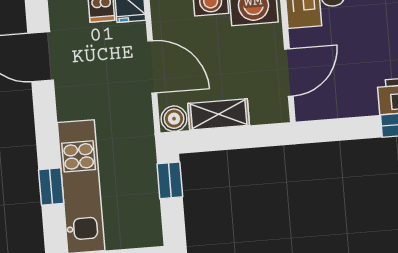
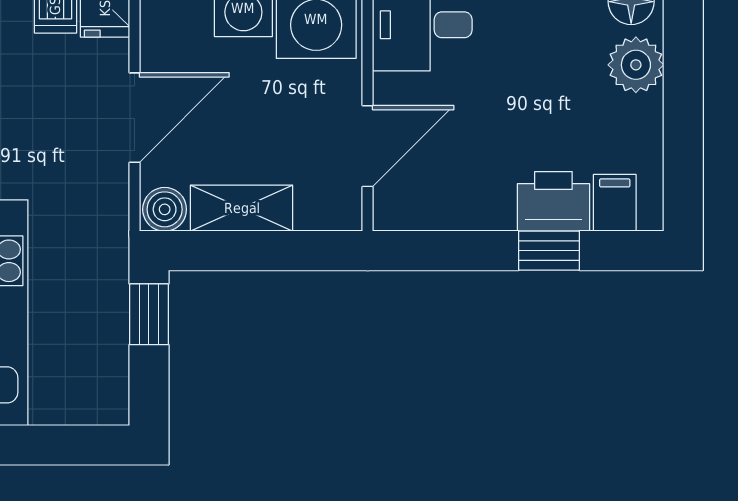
door: (152, 67) -> (134, 118), hinge flipped

